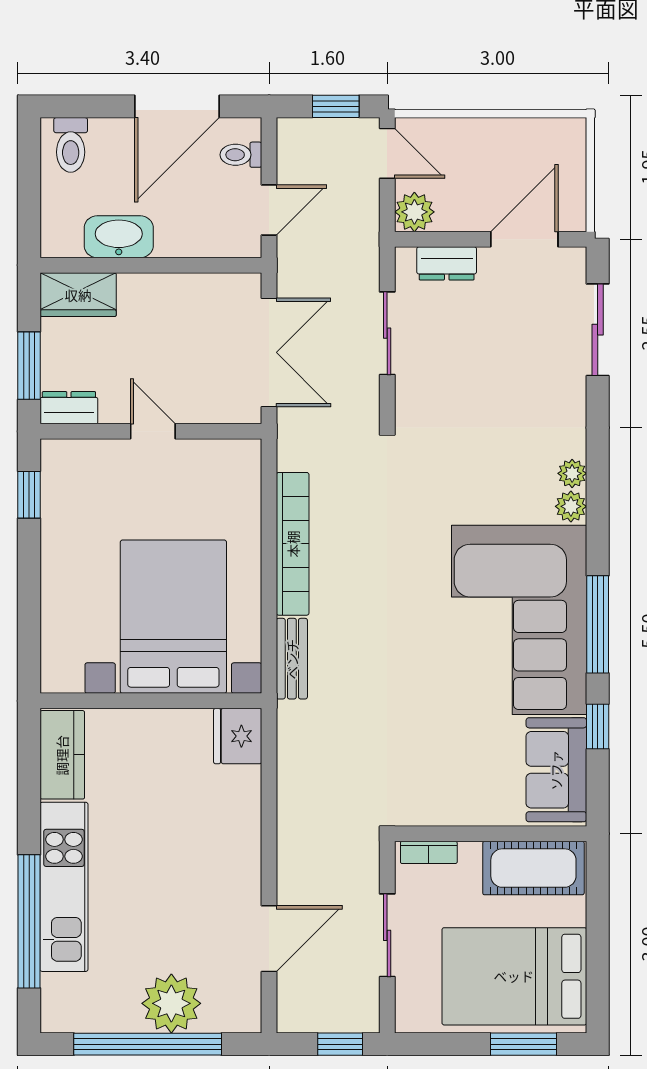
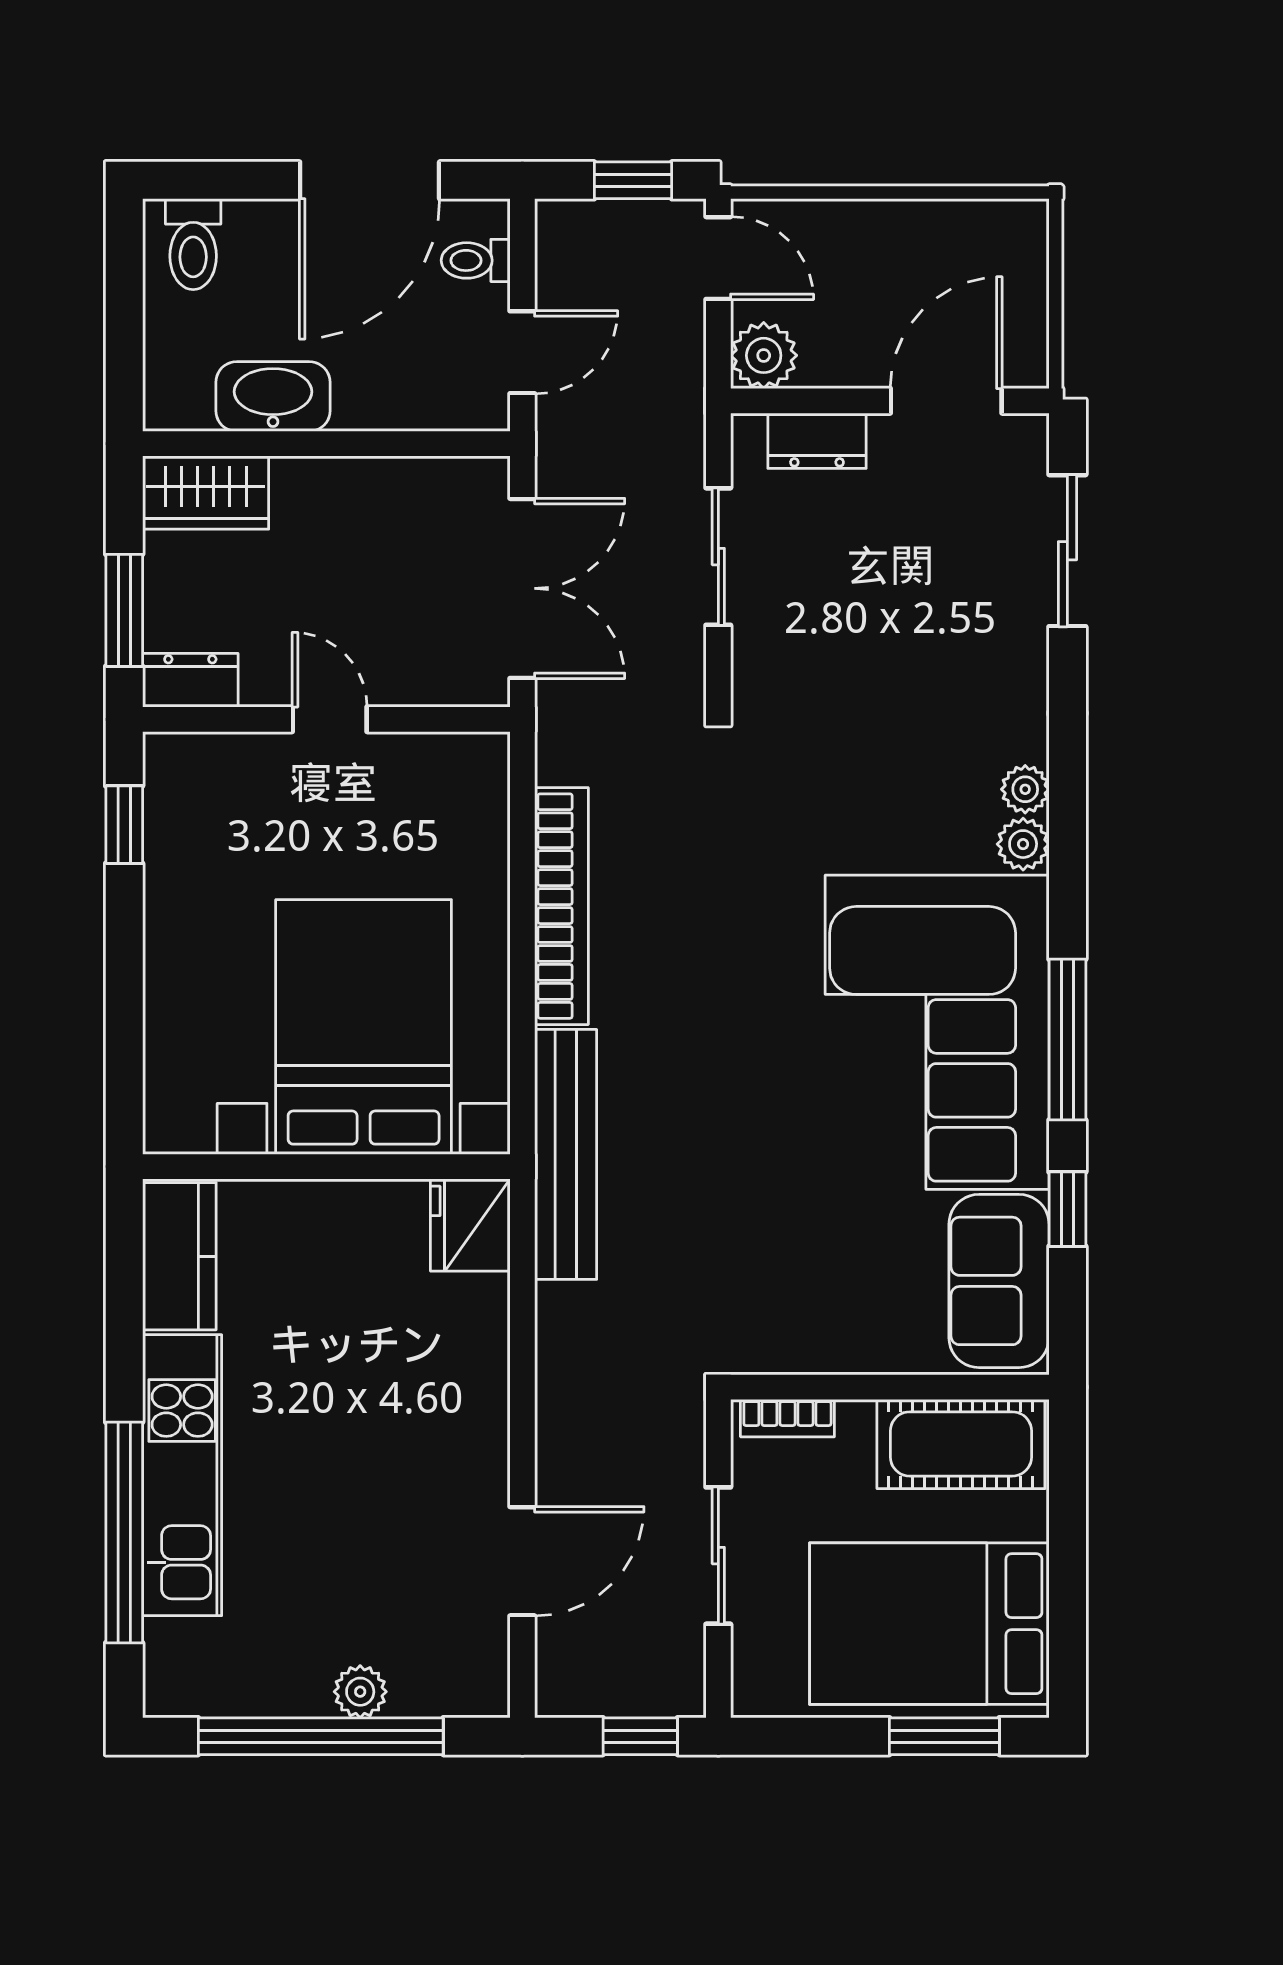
bench: (292, 659) -> (566, 1154), width x1.86, depth x1.21
plant: (171, 1003) -> (360, 1692), width x0.53, depth x0.53

